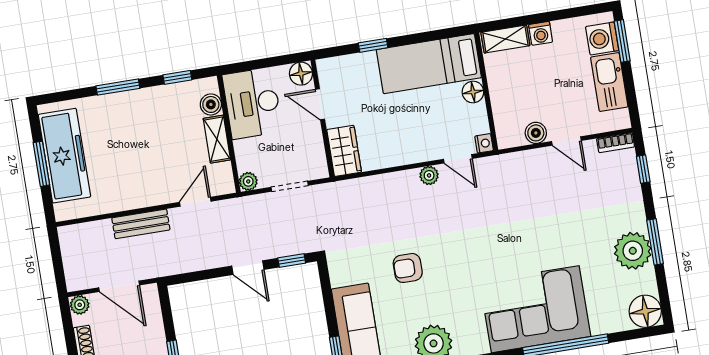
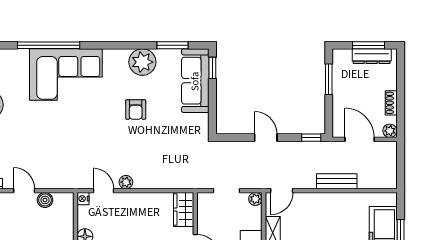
door: (195, 202) -> (282, 191), moved
window: (292, 261) -> (311, 138), moved
armchair: (408, 268) -> (136, 110), moved, turned 90

